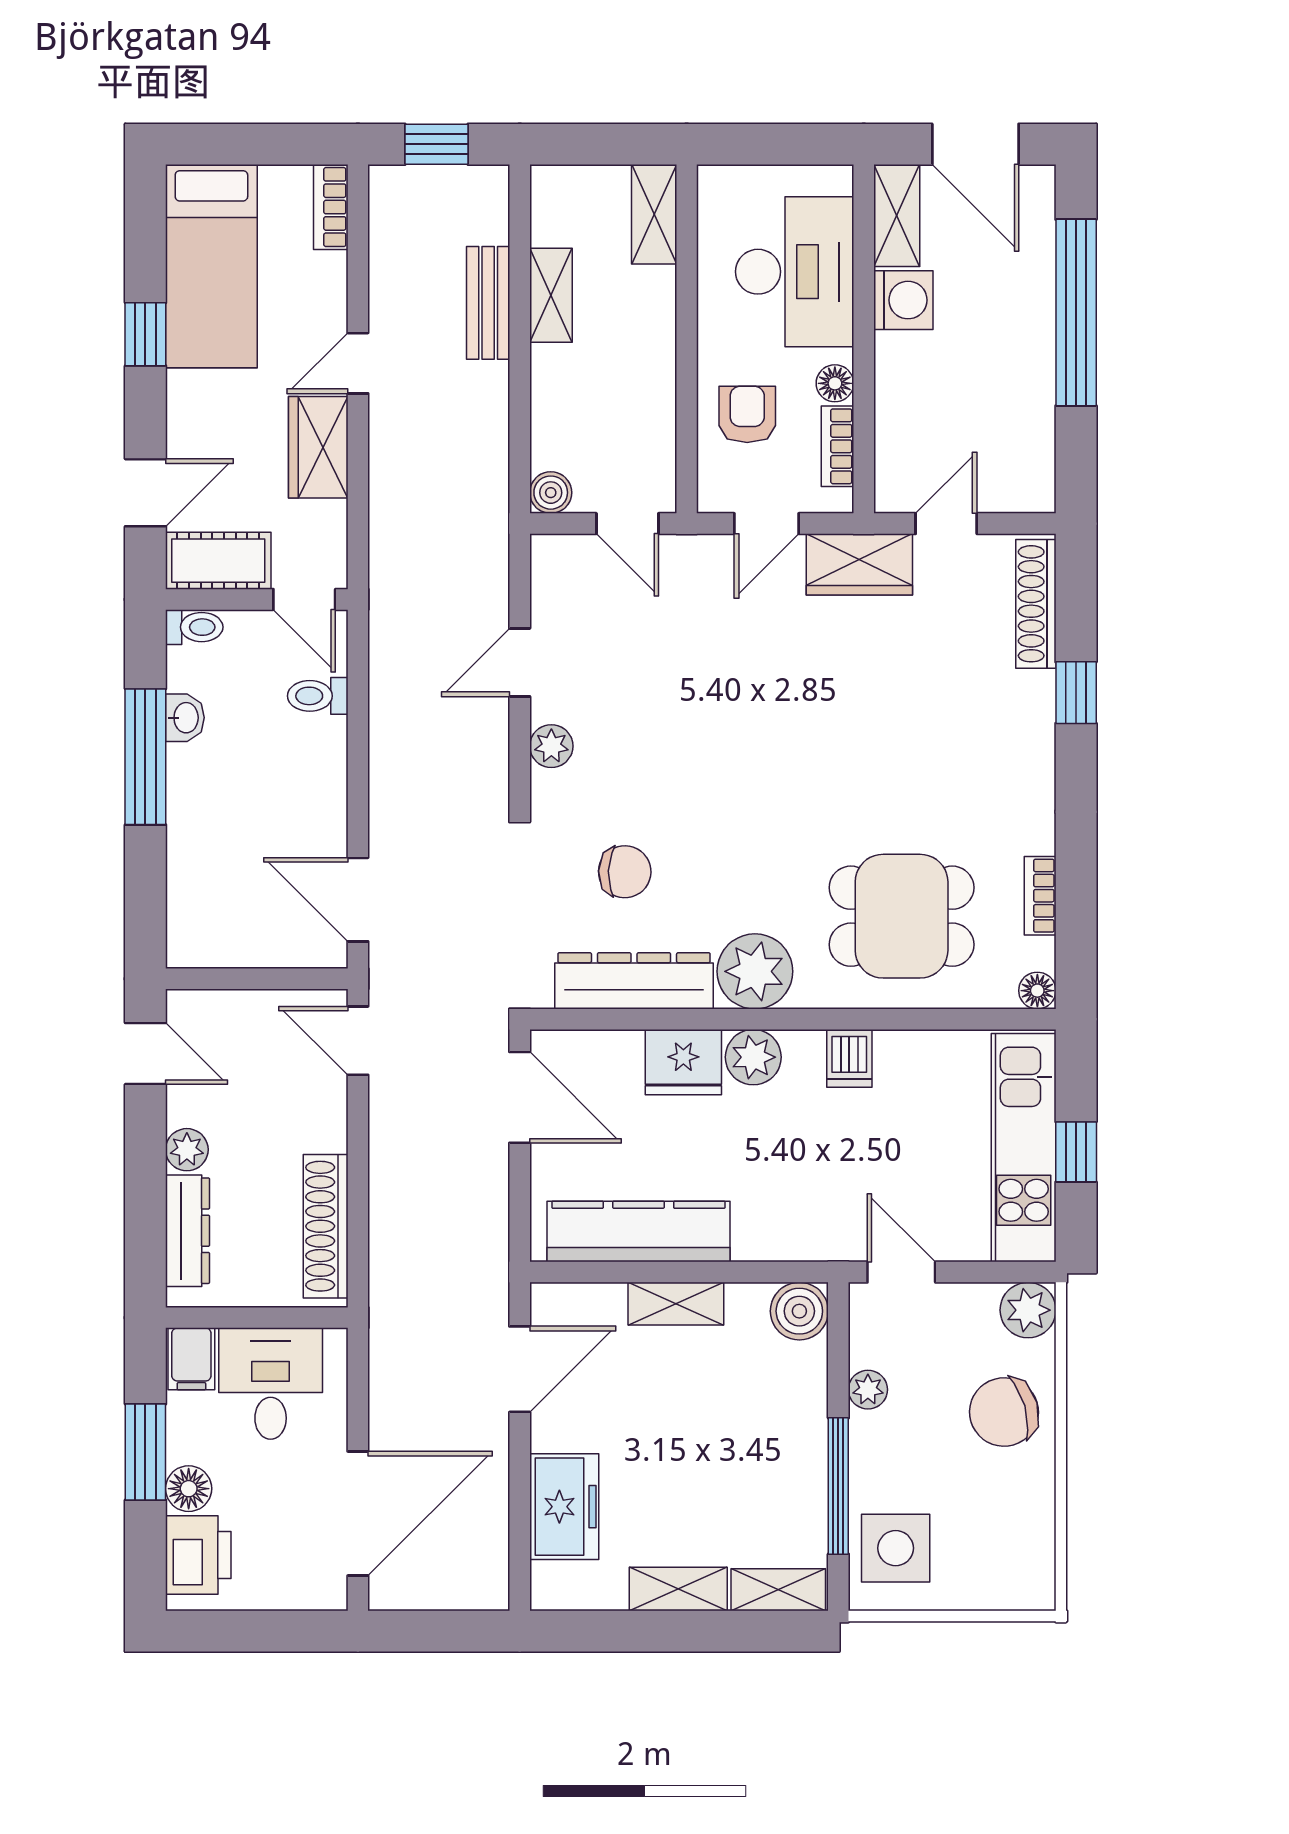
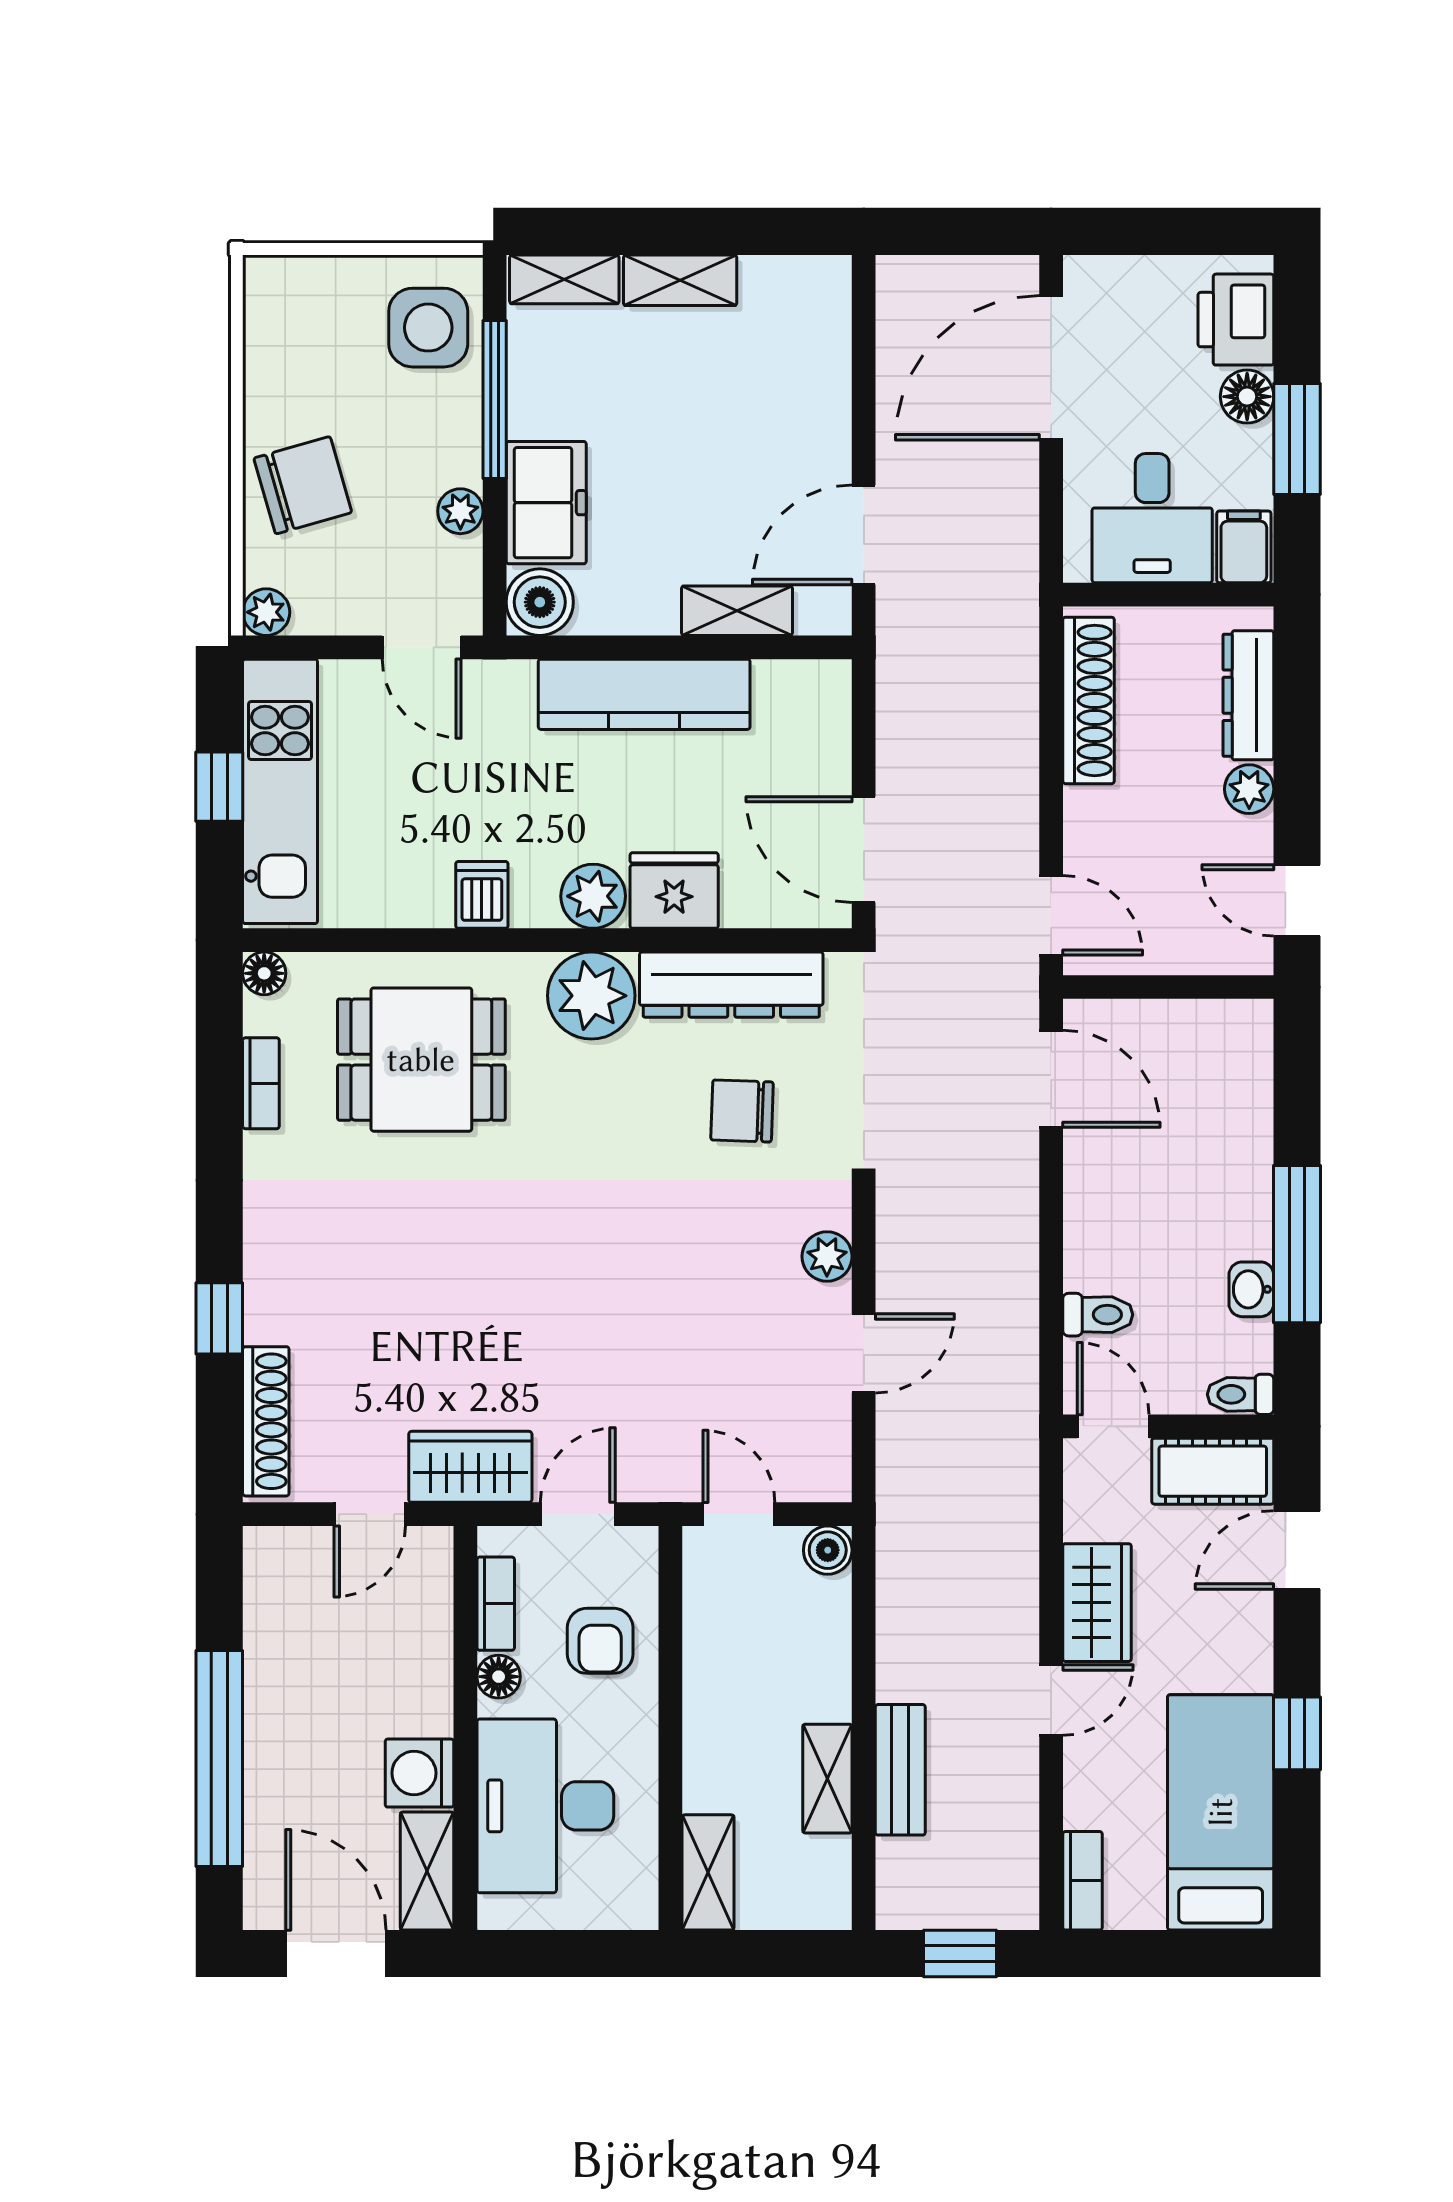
kitchen counter: (638, 1232) -> (644, 694), moved
shelving: (676, 1304) -> (737, 611), moved
plant: (1028, 1310) -> (266, 612), width x0.73, depth x0.73
freezer: (564, 1507) -> (546, 503), moved, turned 180

